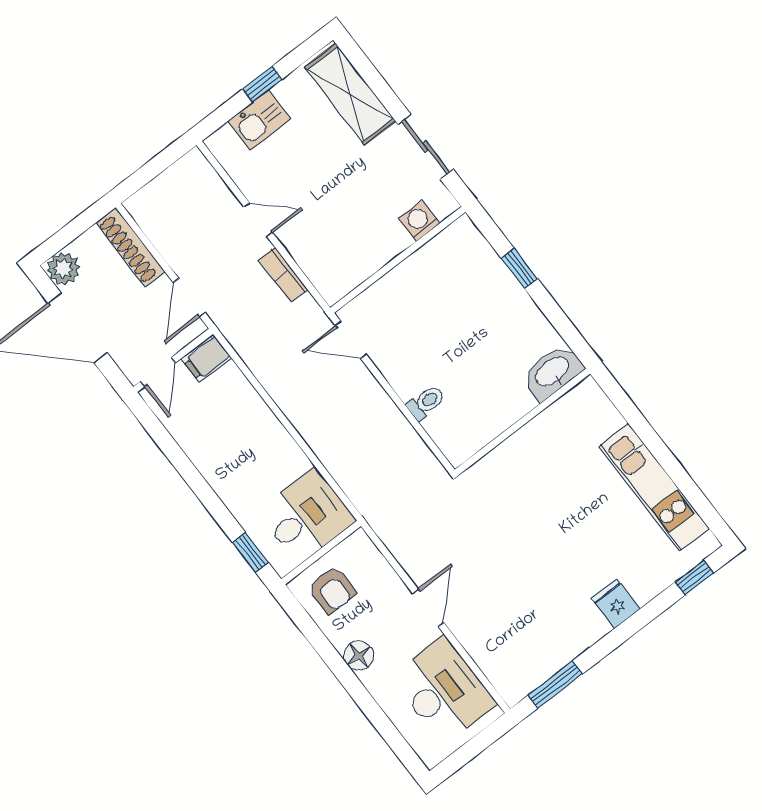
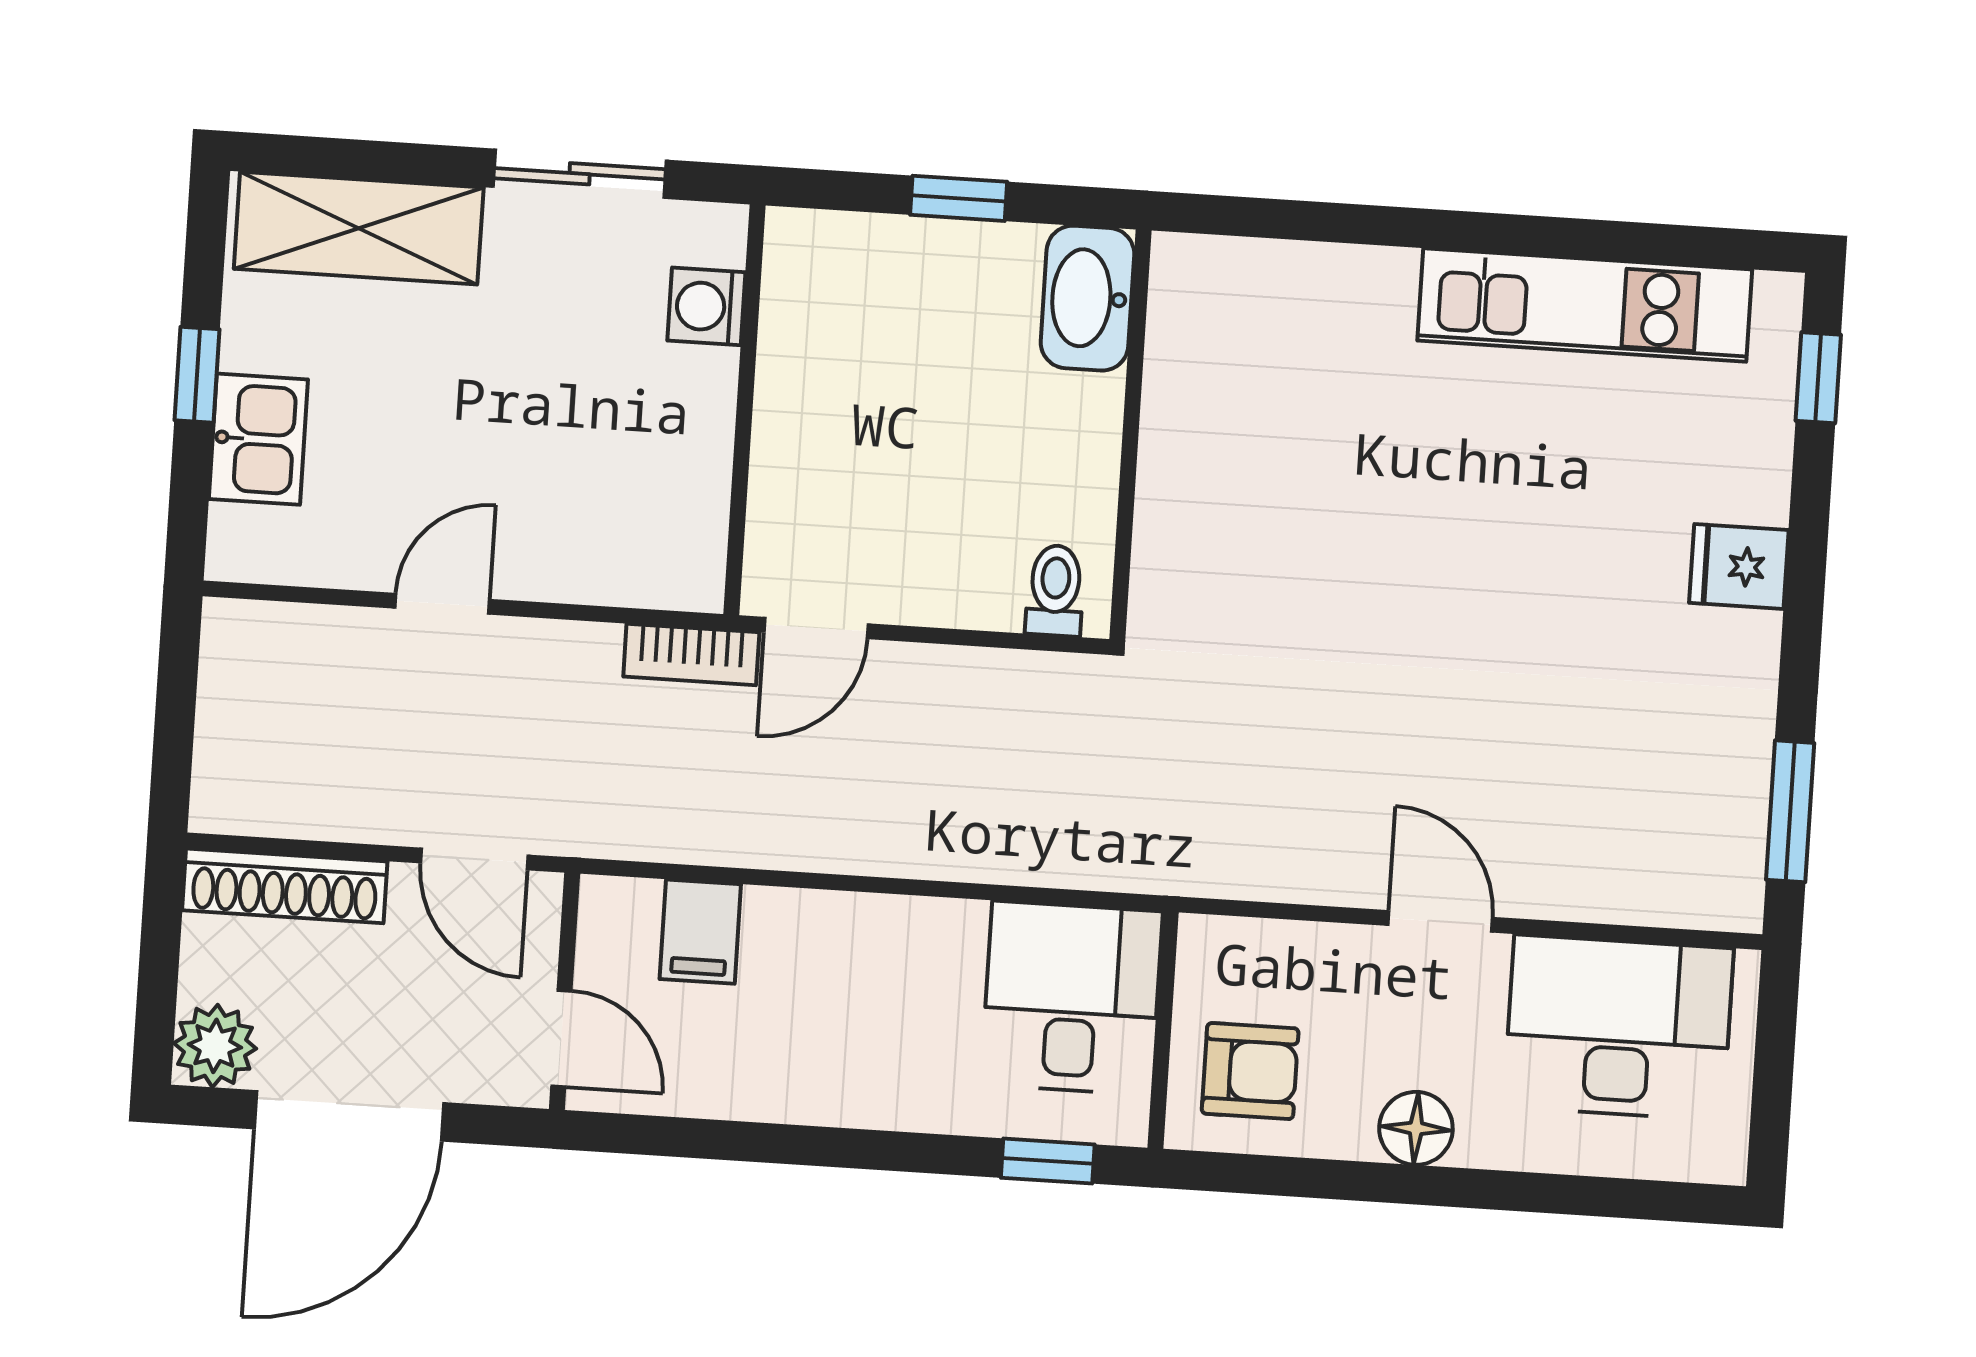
bookcase: (283, 275) -> (691, 654), moved
filing cabinet: (207, 358) -> (700, 932), moved
washbasin: (553, 372) -> (1087, 298), moved
wall: (522, 422) -> (1130, 435), moved

